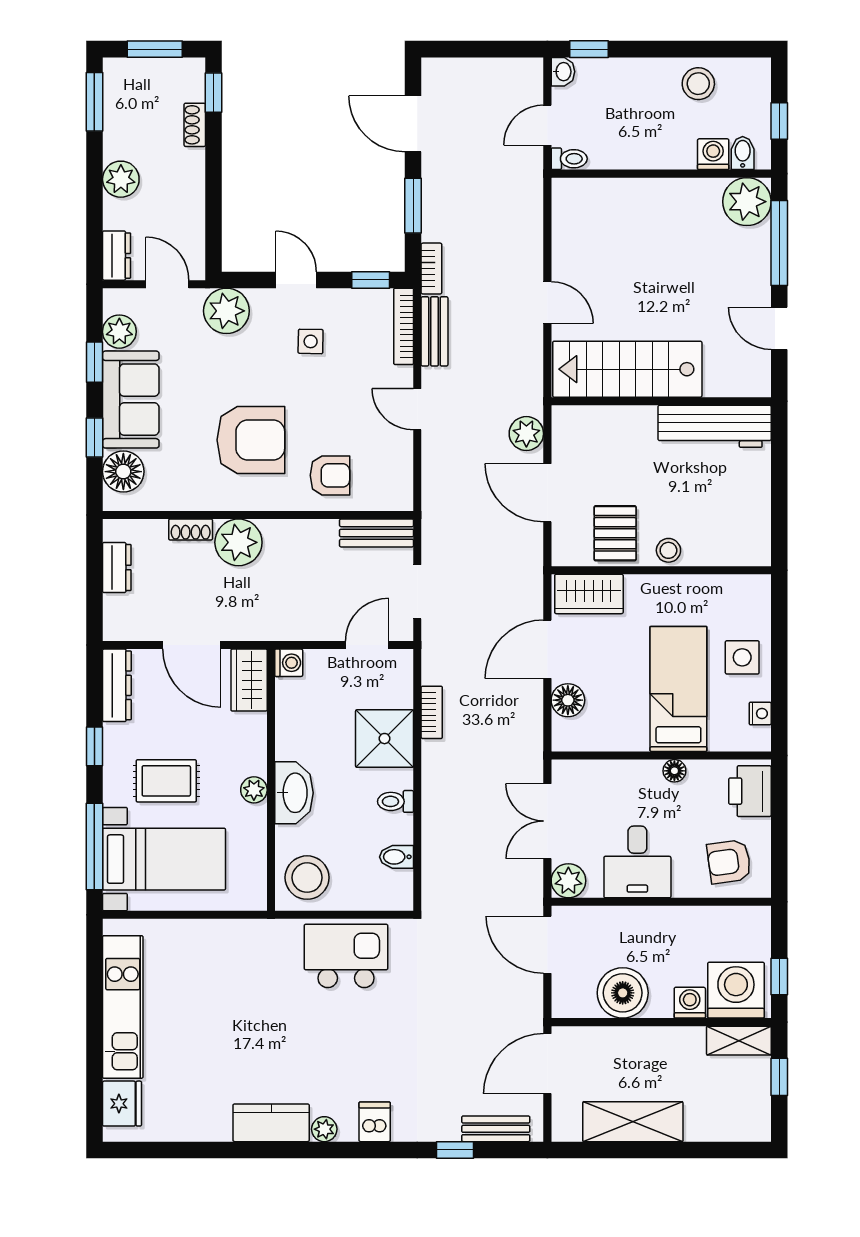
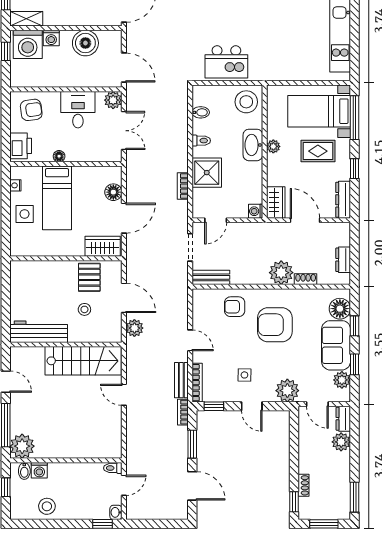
plant: (121, 179) -> (341, 442), moved
stool: (668, 550) -> (84, 309), moved

